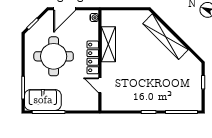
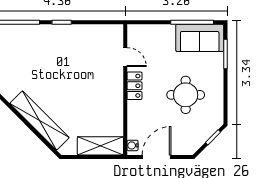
door: (65, 9) -> (157, 157), moved
shelving: (108, 44) -> (100, 146), moved, turned 90
round table: (54, 56) -> (186, 95), width x0.73, depth x0.73
locker: (93, 57) -> (134, 86), width x0.66

